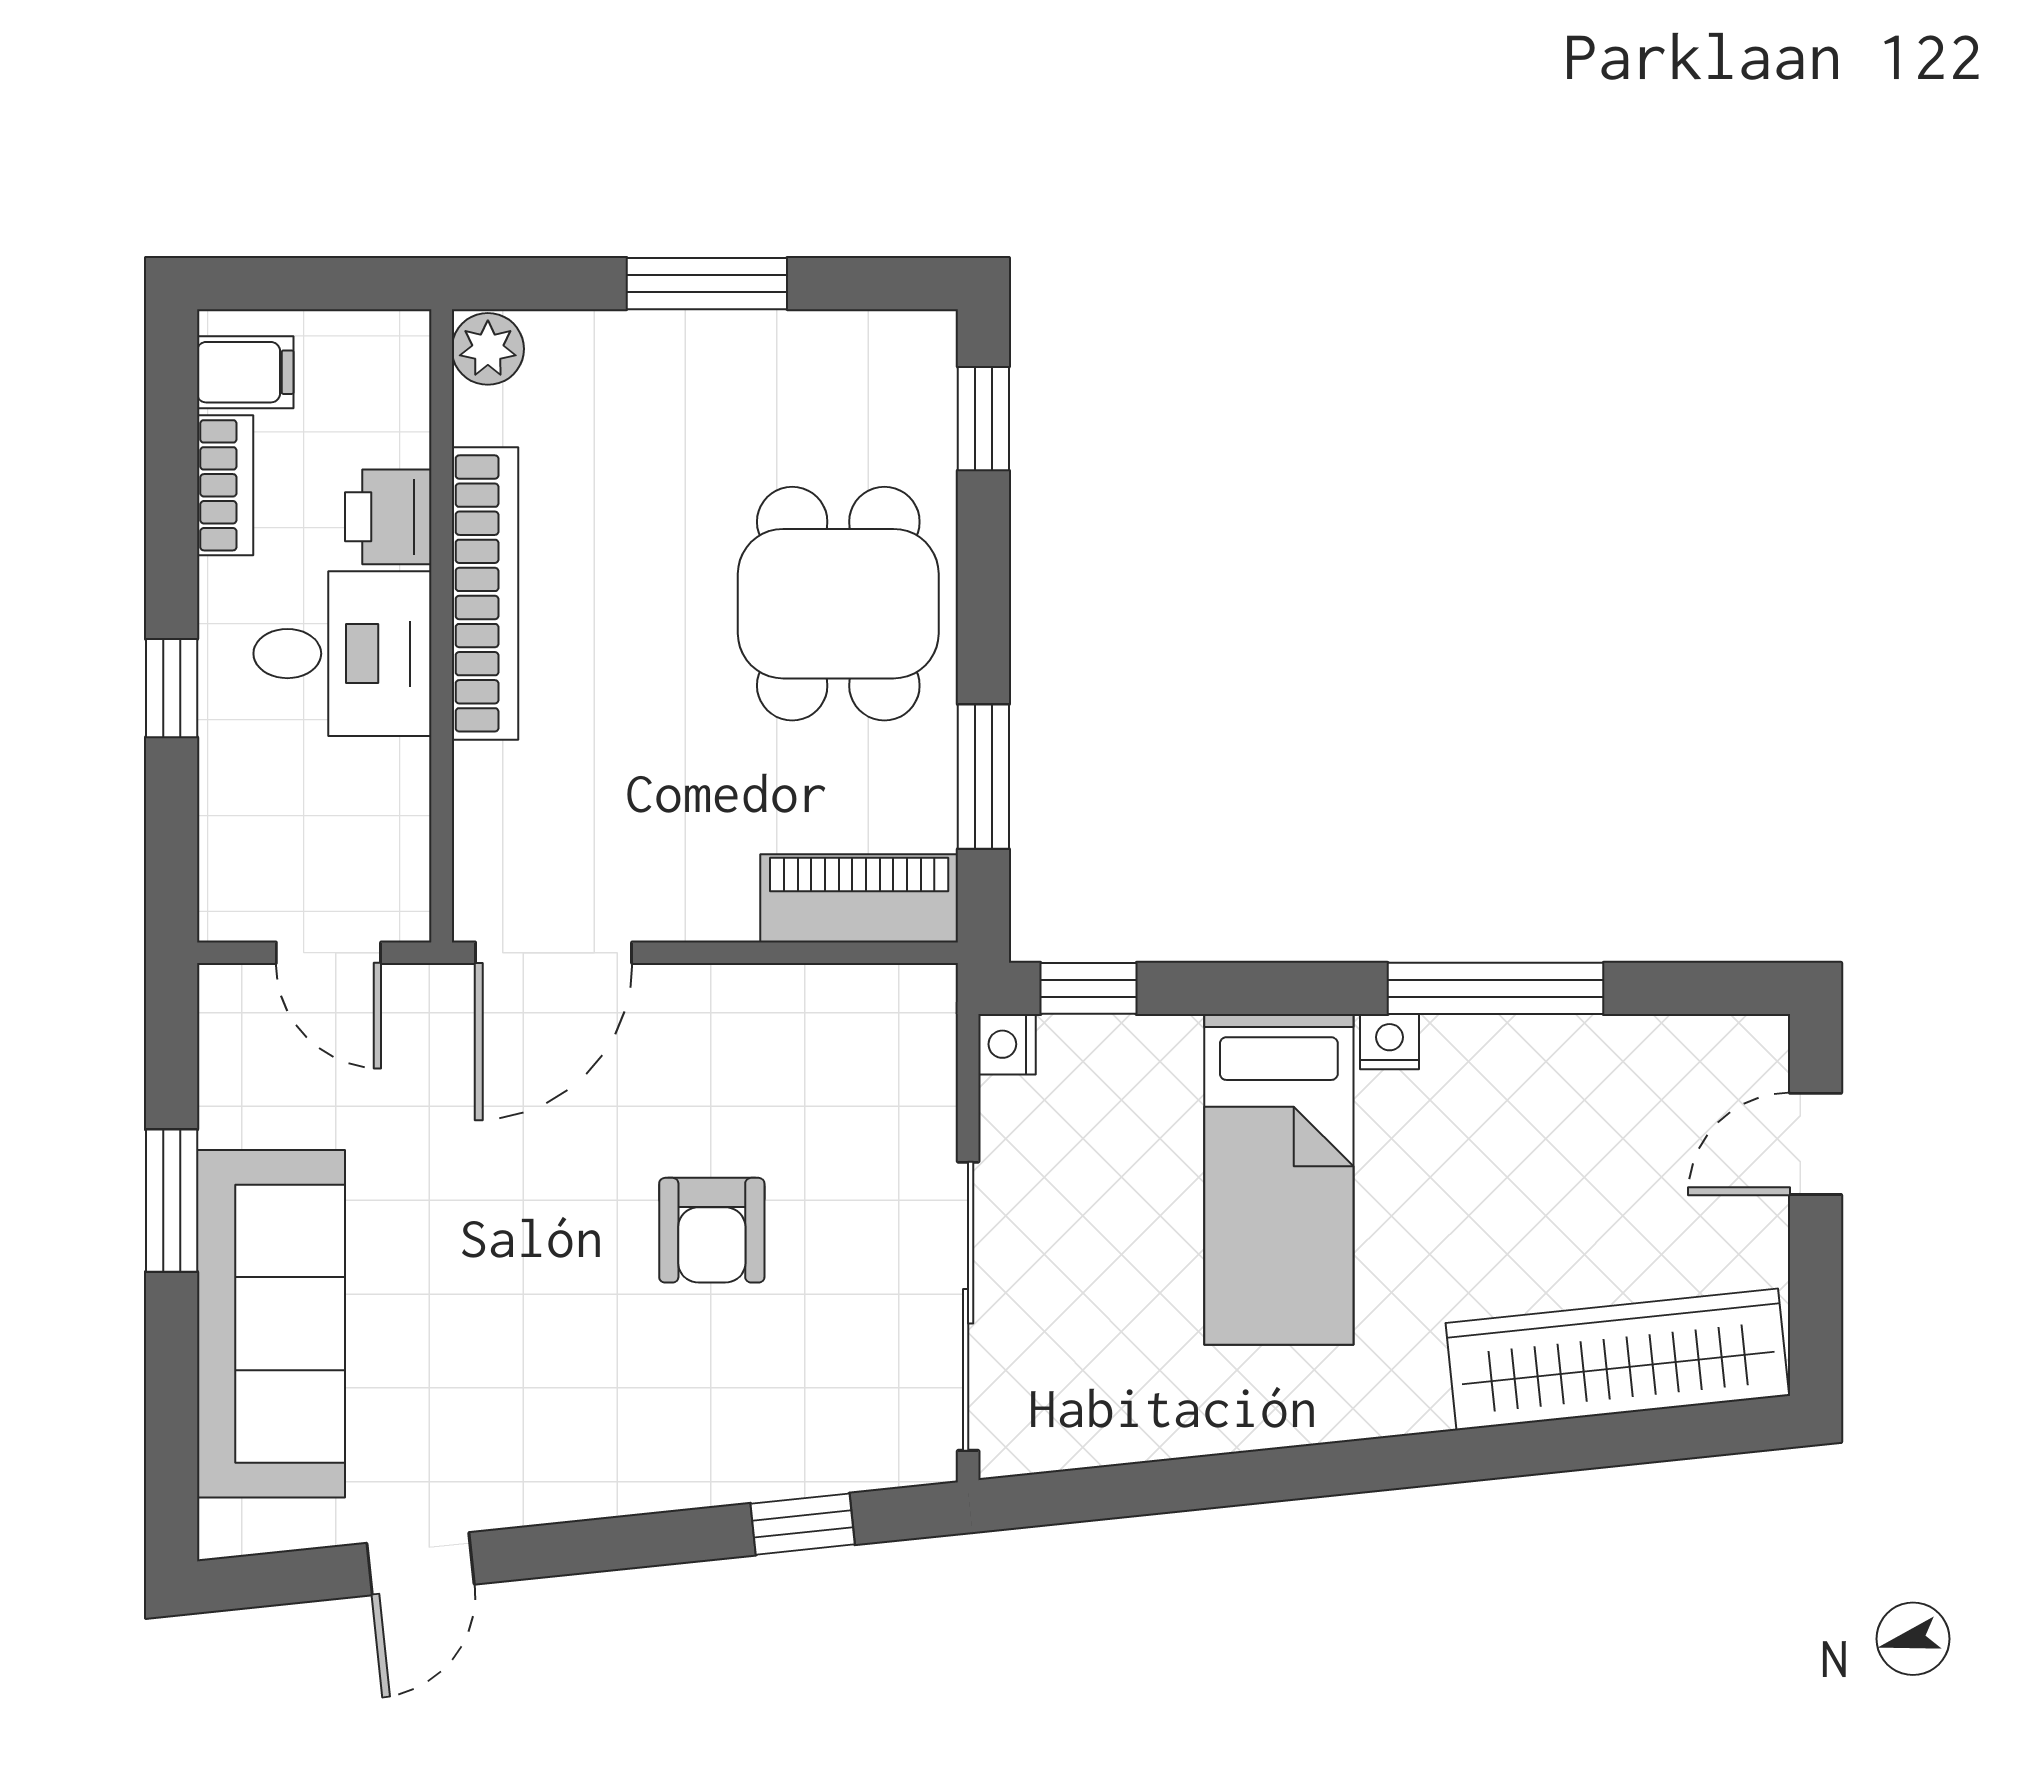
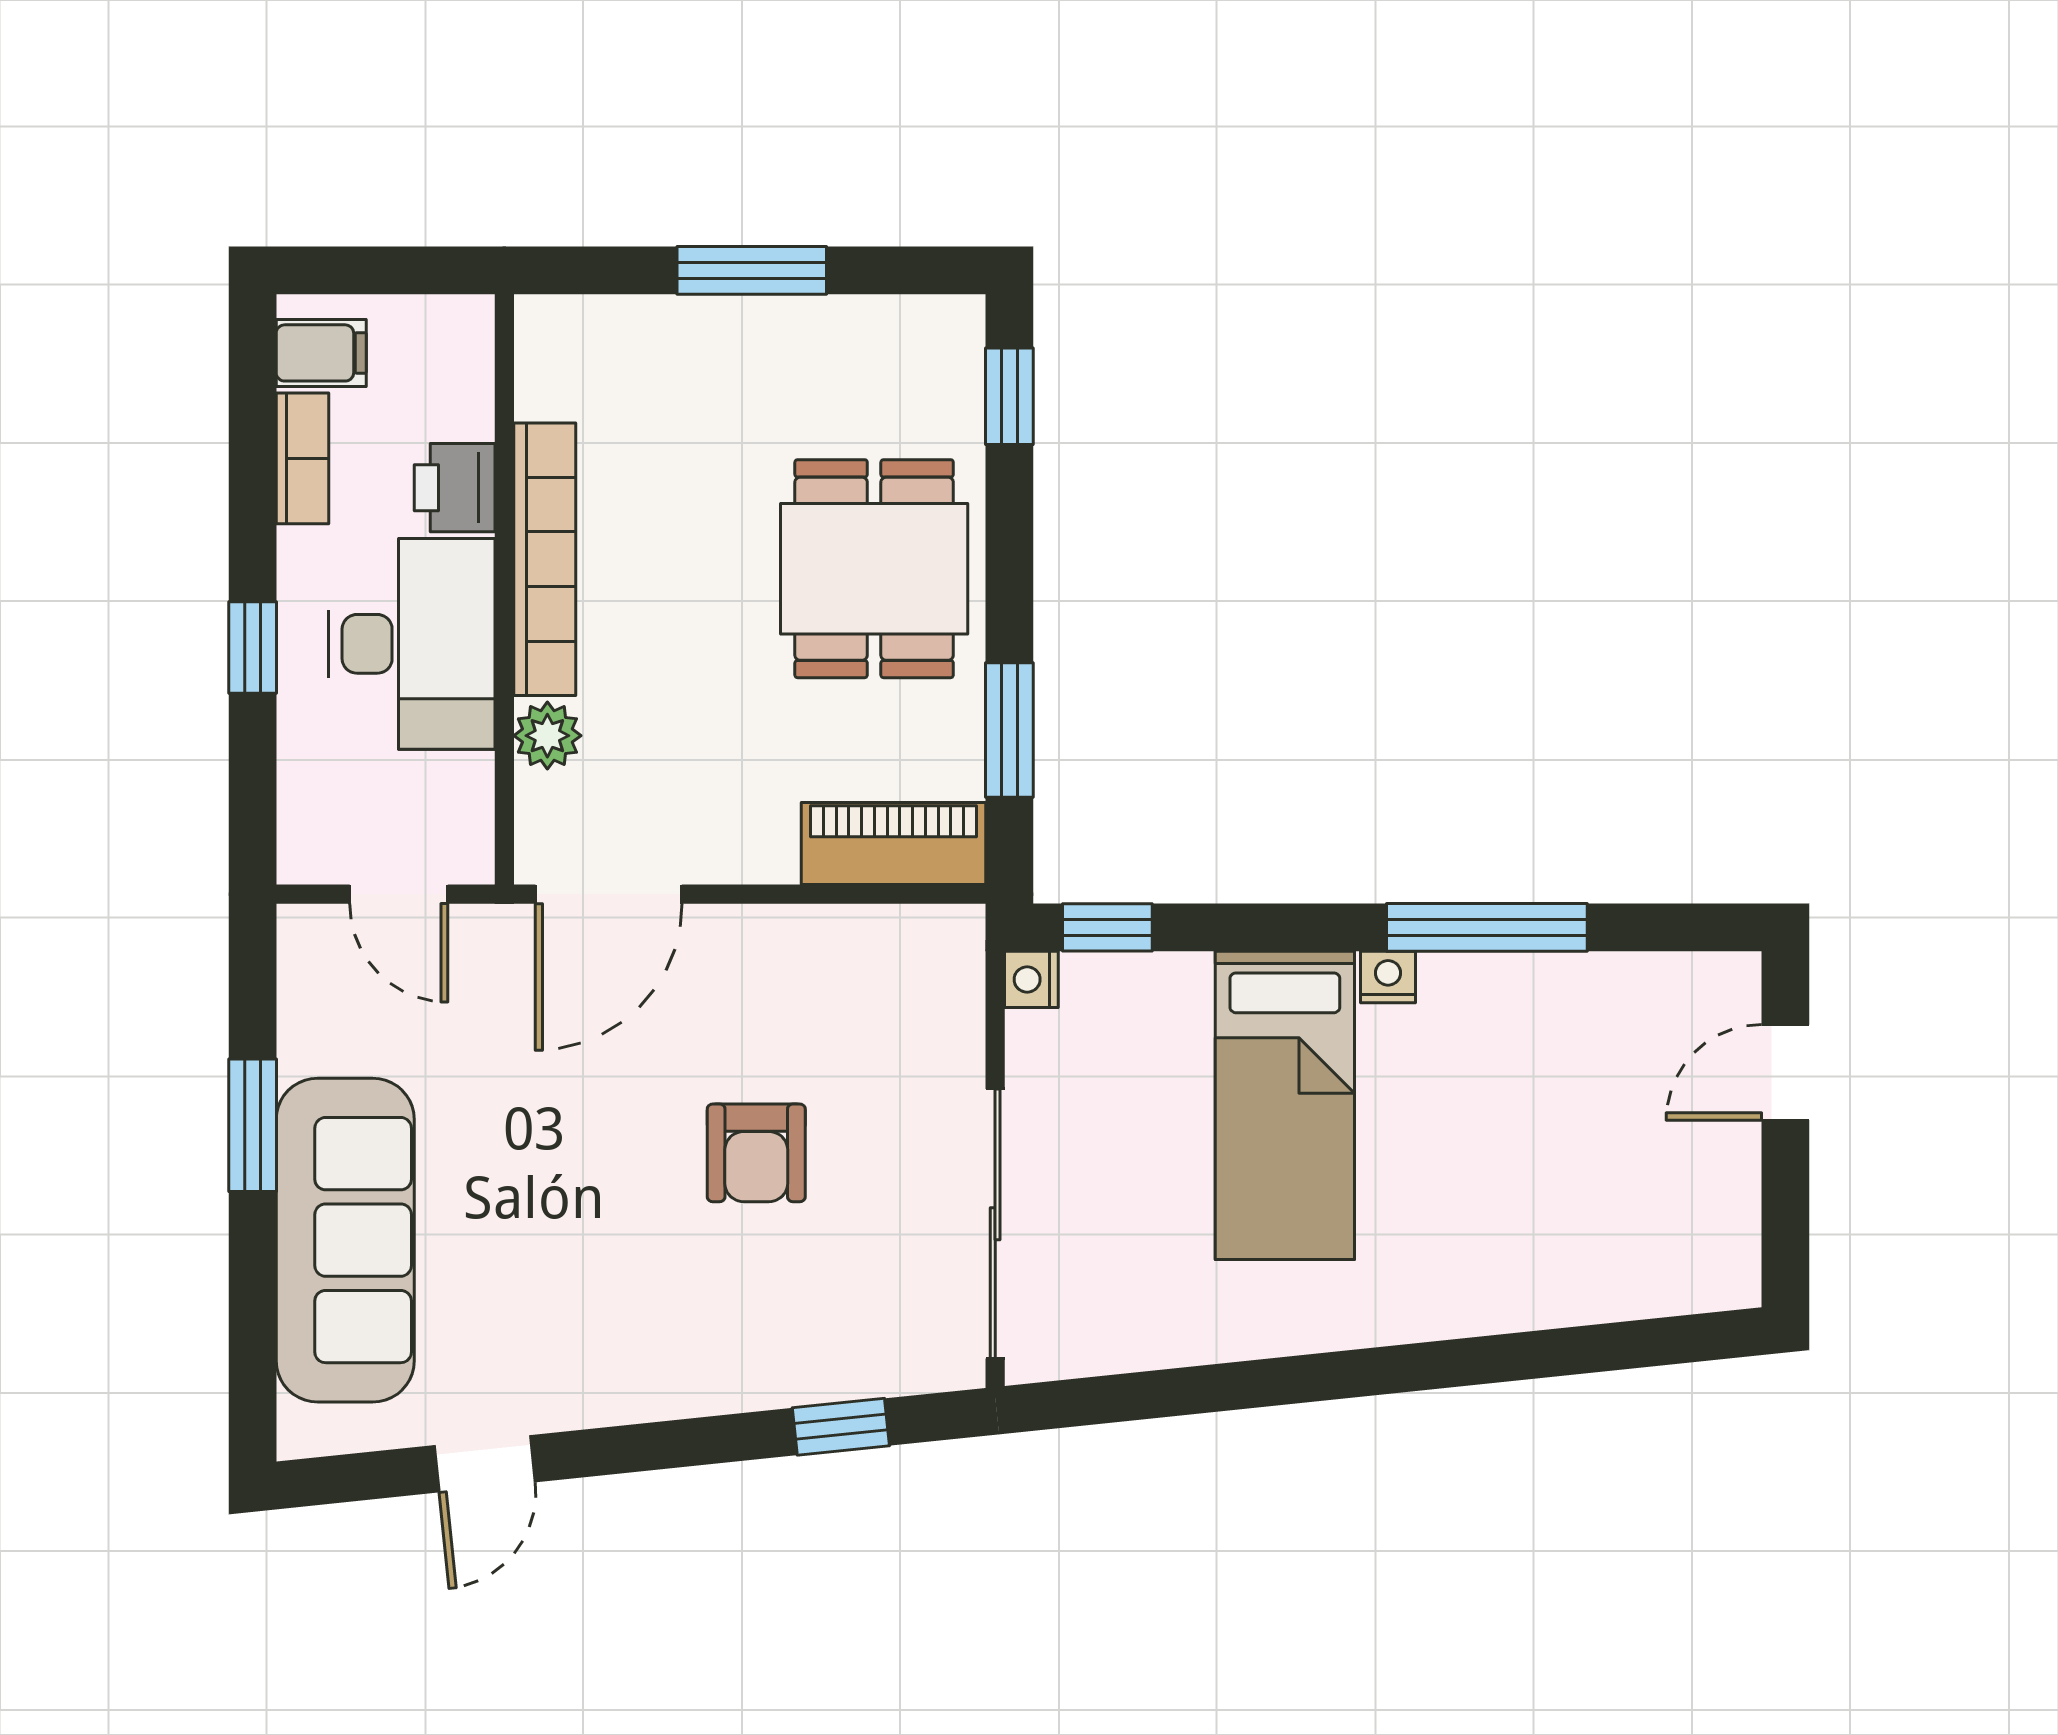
plant: (488, 349) -> (547, 736), moved
desk: (342, 654) -> (412, 644), width x1.37
wardrobe: (1617, 1359) -> (1600, 1273), removed

